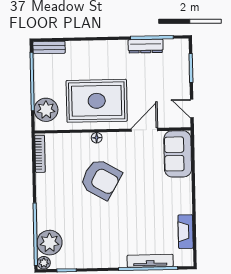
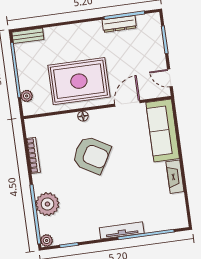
plant: (46, 110) -> (27, 96), width x0.53, depth x0.53
bookcase: (40, 154) -> (33, 155), moved
sofa: (178, 154) -> (163, 130), width x1.36
fireplace: (186, 232) -> (175, 177), moved
plant: (49, 243) -> (47, 204), moved
tv unit: (150, 261) -> (122, 230), moved

